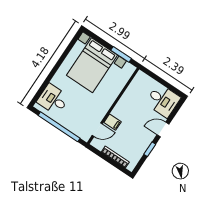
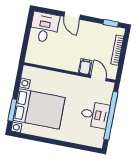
window: (121, 54) -> (12, 110), moved
desk: (53, 99) -> (95, 115), moved, turned -90
window: (150, 149) -> (111, 23), moved

